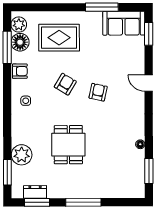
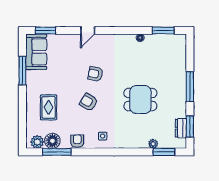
rug: (59, 38) -> (49, 107), width x0.73, depth x0.70
plant: (22, 155) -> (153, 144), width x0.53, depth x0.53

